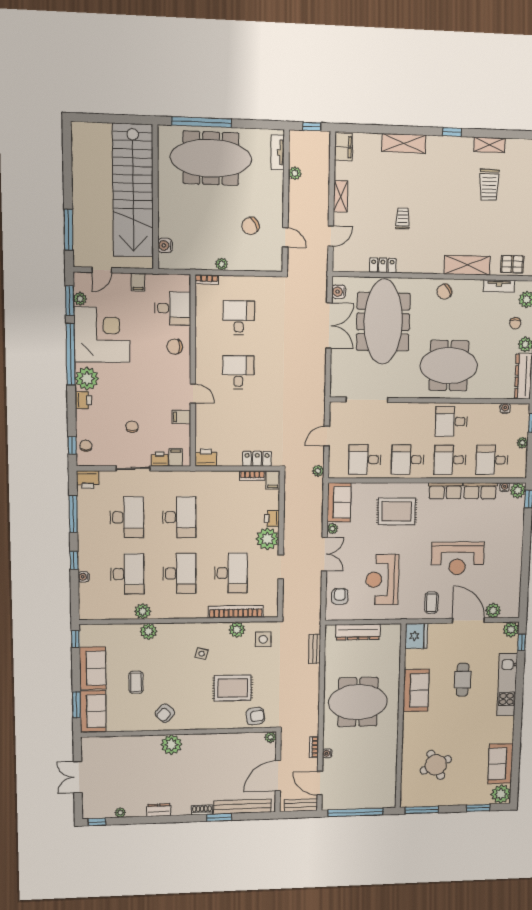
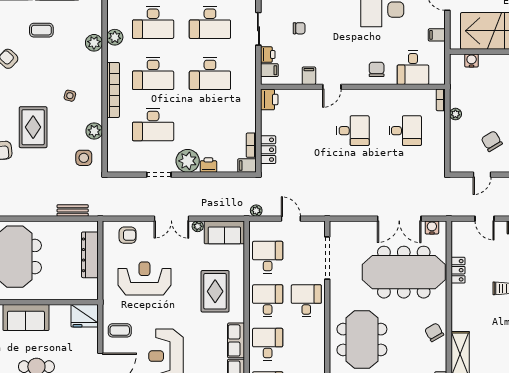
desk: (451, 422) -> (306, 301), moved
bookcase: (236, 612) -> (113, 90), moved

